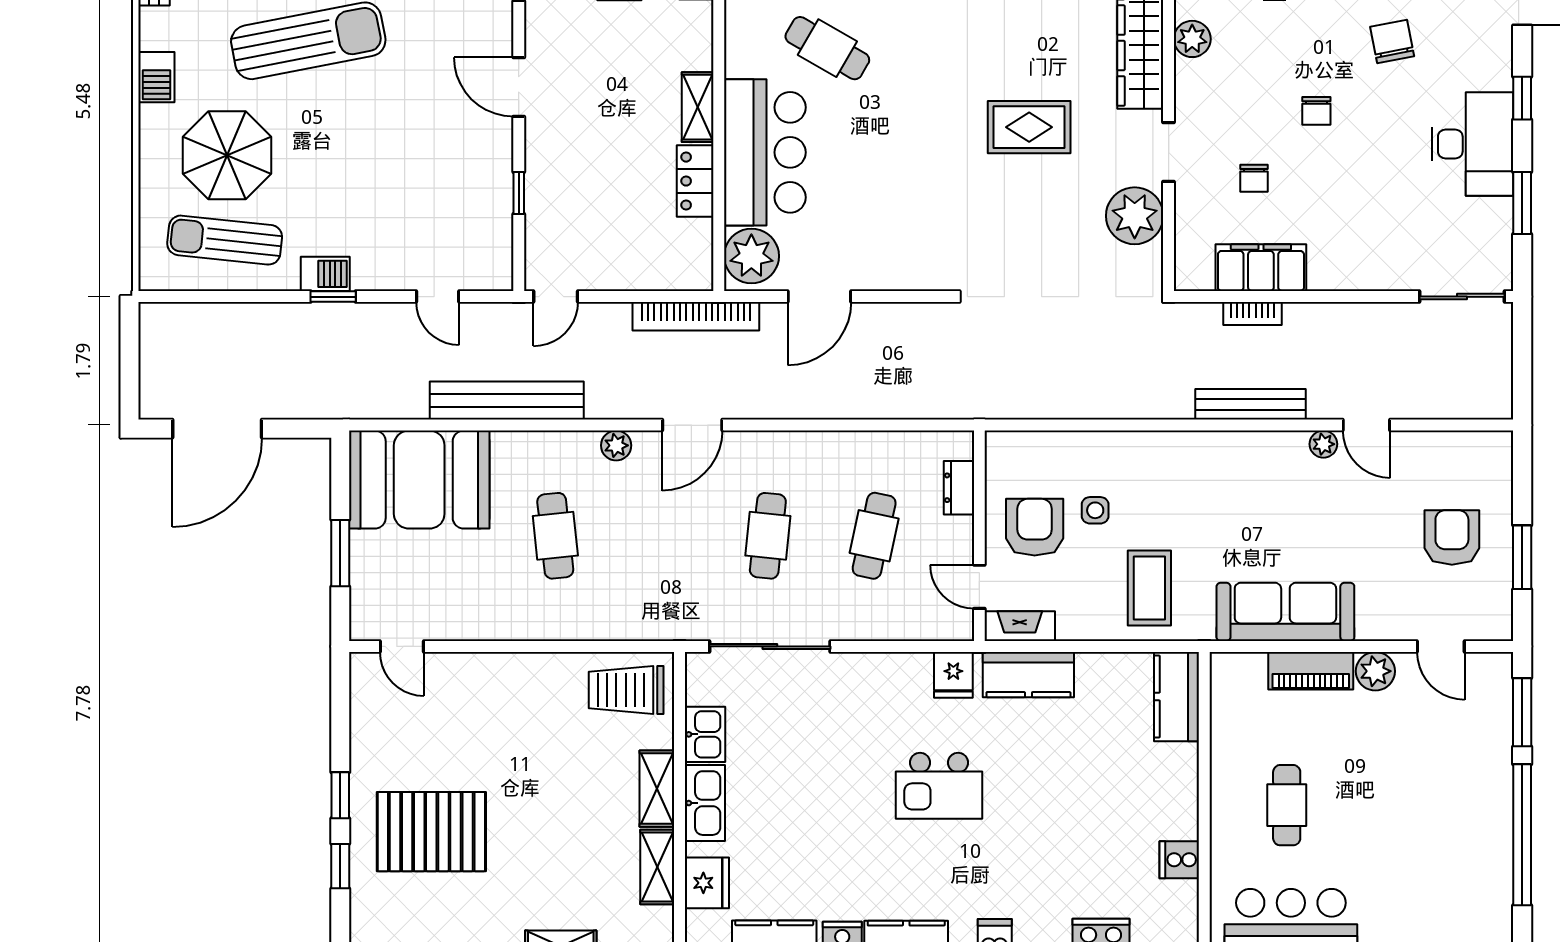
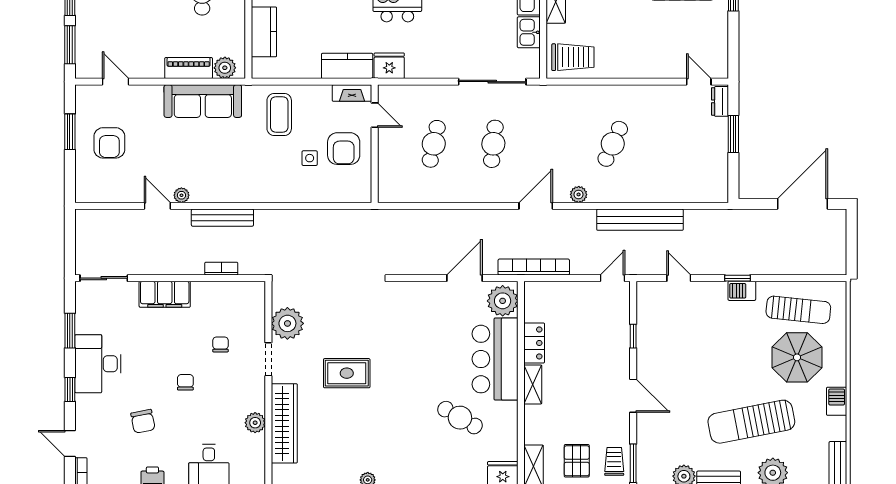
filing cabinet: (1261, 268) -> (165, 294), moved
booth: (419, 480) -> (689, 175), removed
dresser: (959, 488) -> (720, 101), moved, turned 180
cafe table: (555, 536) -> (613, 144), turned 30
plant: (1375, 671) -> (225, 68), moved
fridge: (953, 675) -> (389, 66), width x1.38
kitchen counter: (1177, 697) -> (264, 32), moved

